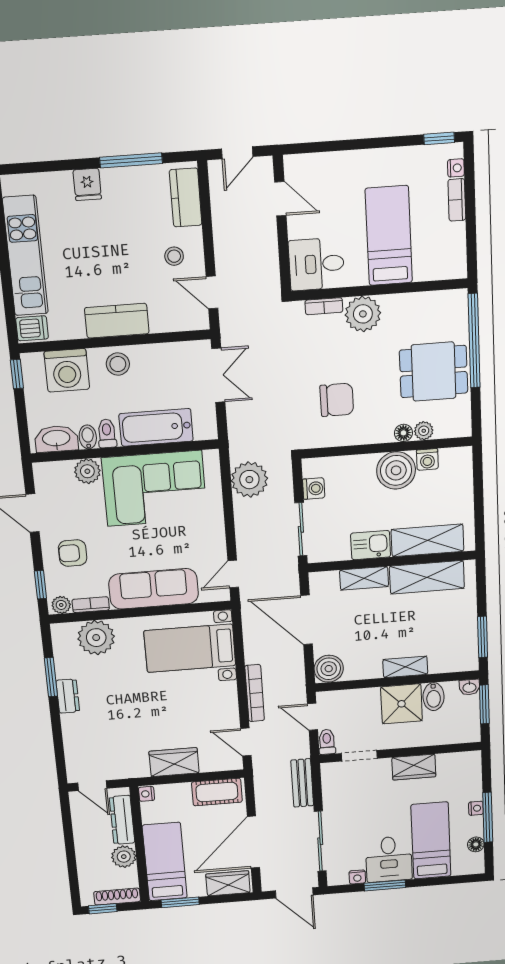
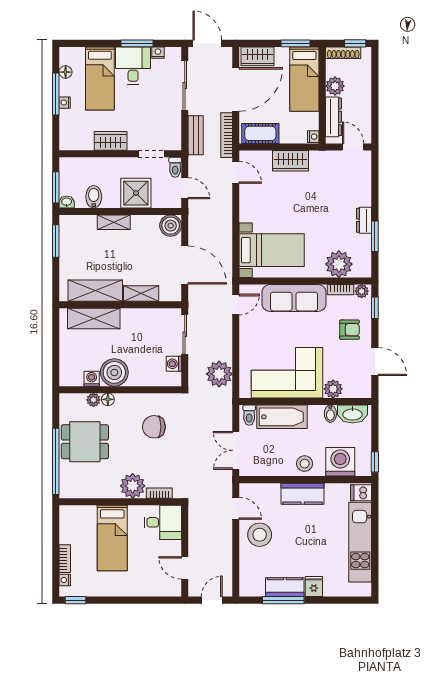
kitchen counter: (186, 198) -> (285, 587), moved, turned -90
stool: (174, 256) -> (260, 535), width x1.89, depth x1.89
toilet: (107, 433) -> (249, 415), moved
kitchen sink: (371, 545) -> (135, 318), removed
bookcase: (255, 693) -> (227, 135), moved
shower: (402, 704) -> (136, 193), moved

